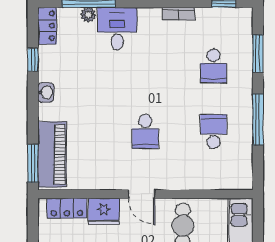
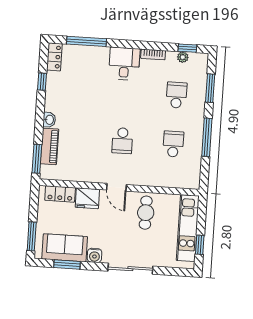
plant: (88, 15) -> (183, 57), moved
desk: (117, 29) -> (124, 64), moved
school desk: (214, 66) -> (177, 95), turned 180
washbasin: (46, 92) -> (49, 120), moved
piano: (52, 154) -> (49, 146), width x0.73, depth x0.75

